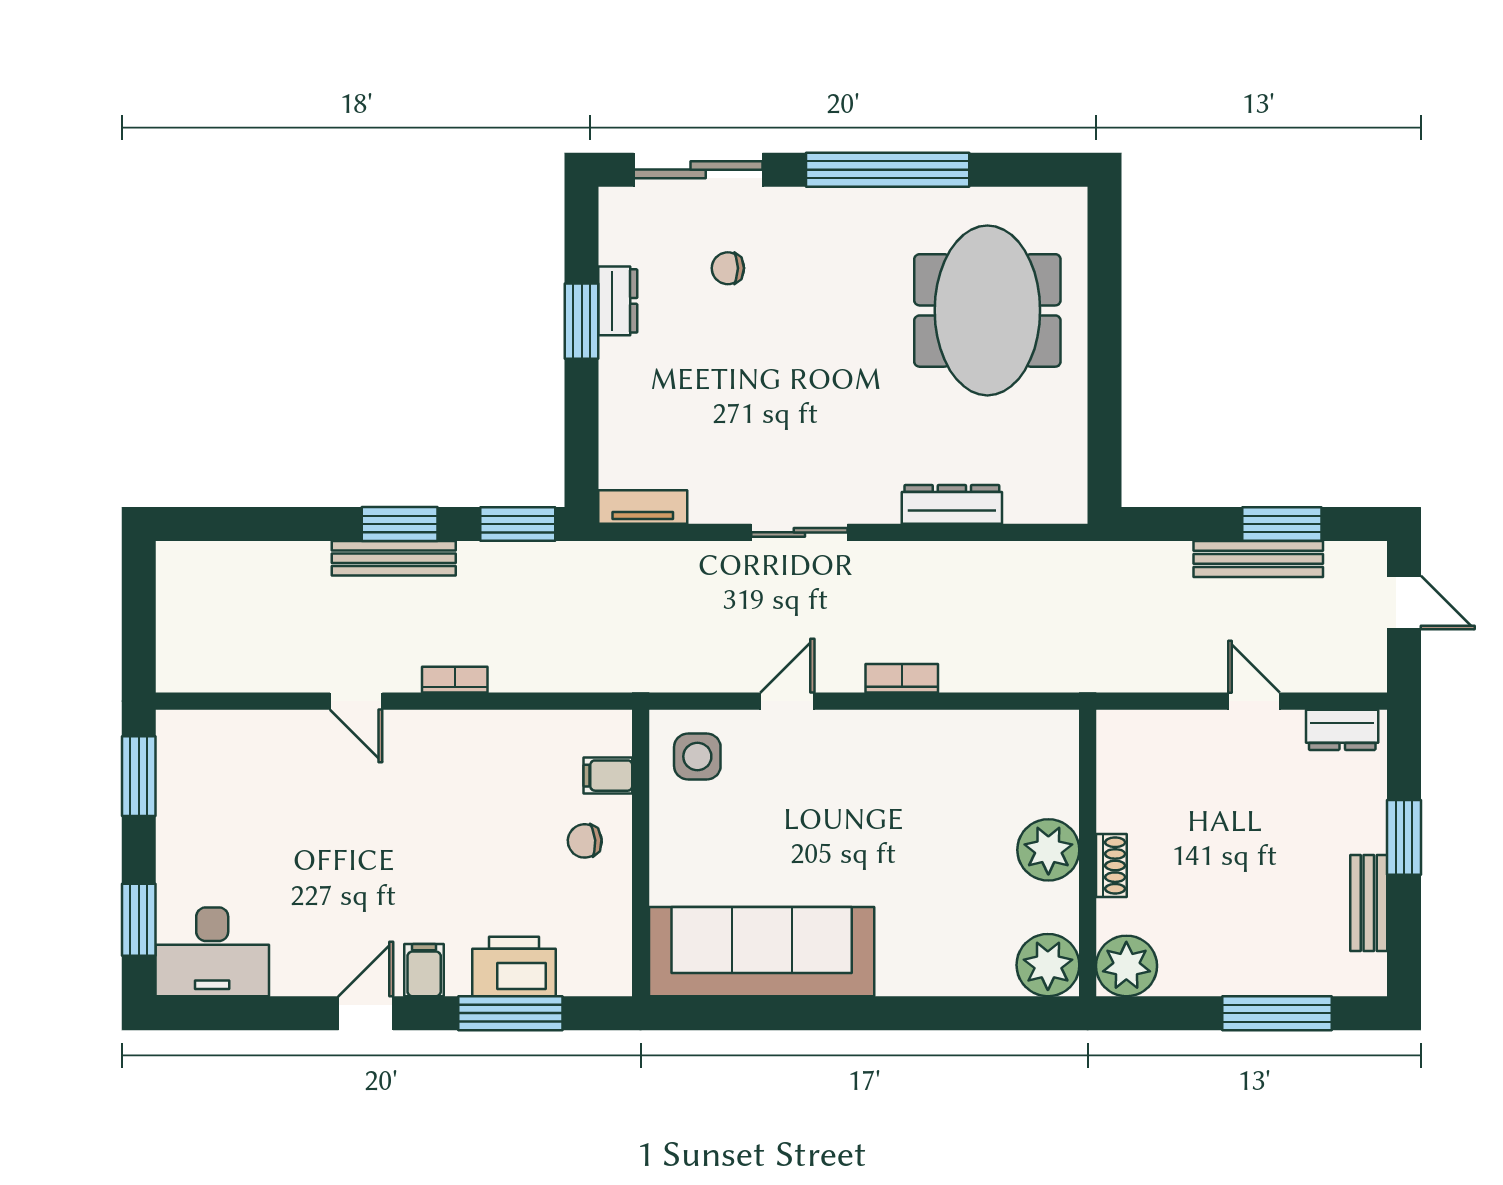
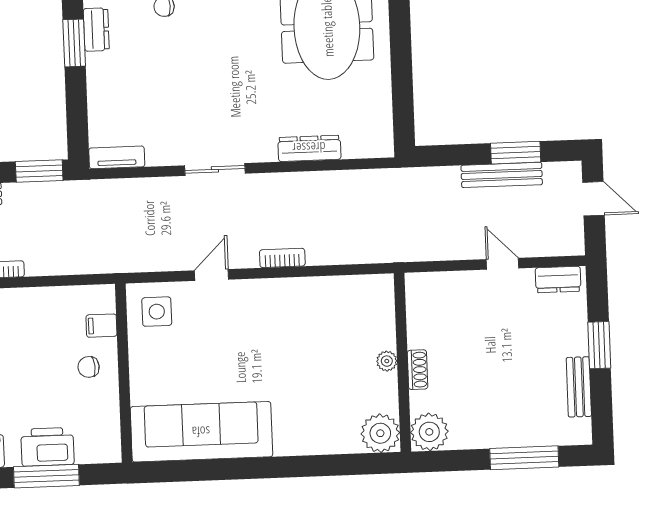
plant: (1048, 850) -> (387, 361), width x0.53, depth x0.53

